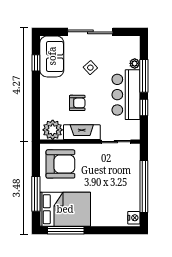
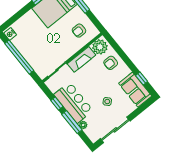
sliding door: (90, 32) -> (115, 130), moved
armchair: (77, 103) -> (111, 63), moved
armchair: (60, 164) -> (79, 31), width x0.53, depth x0.53

